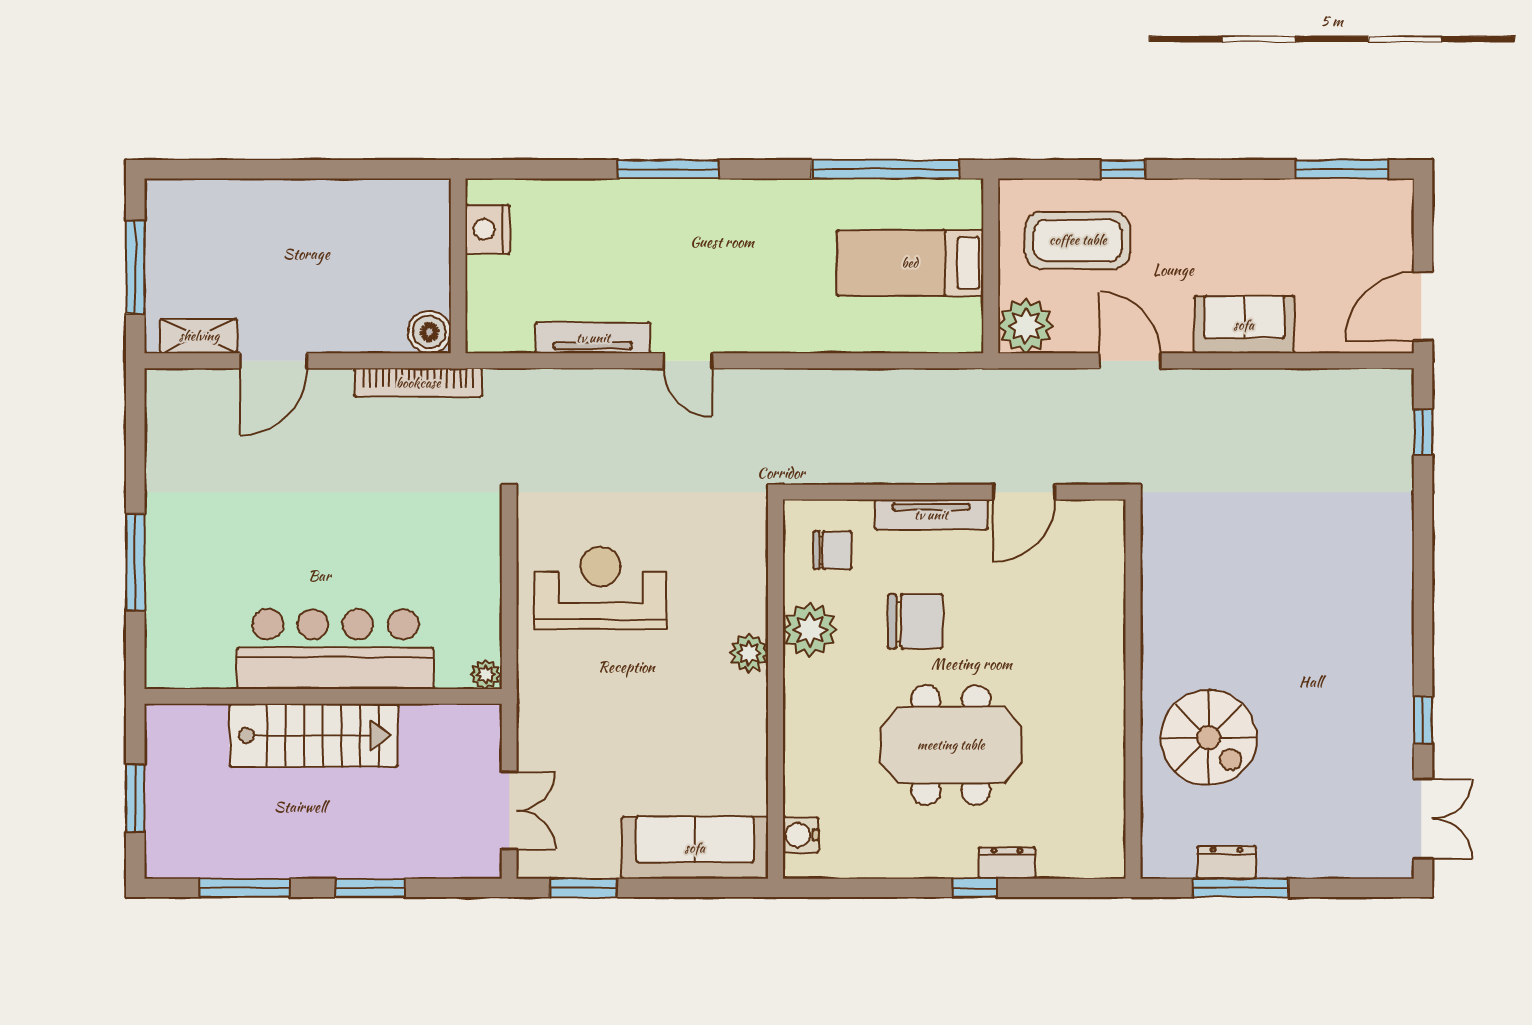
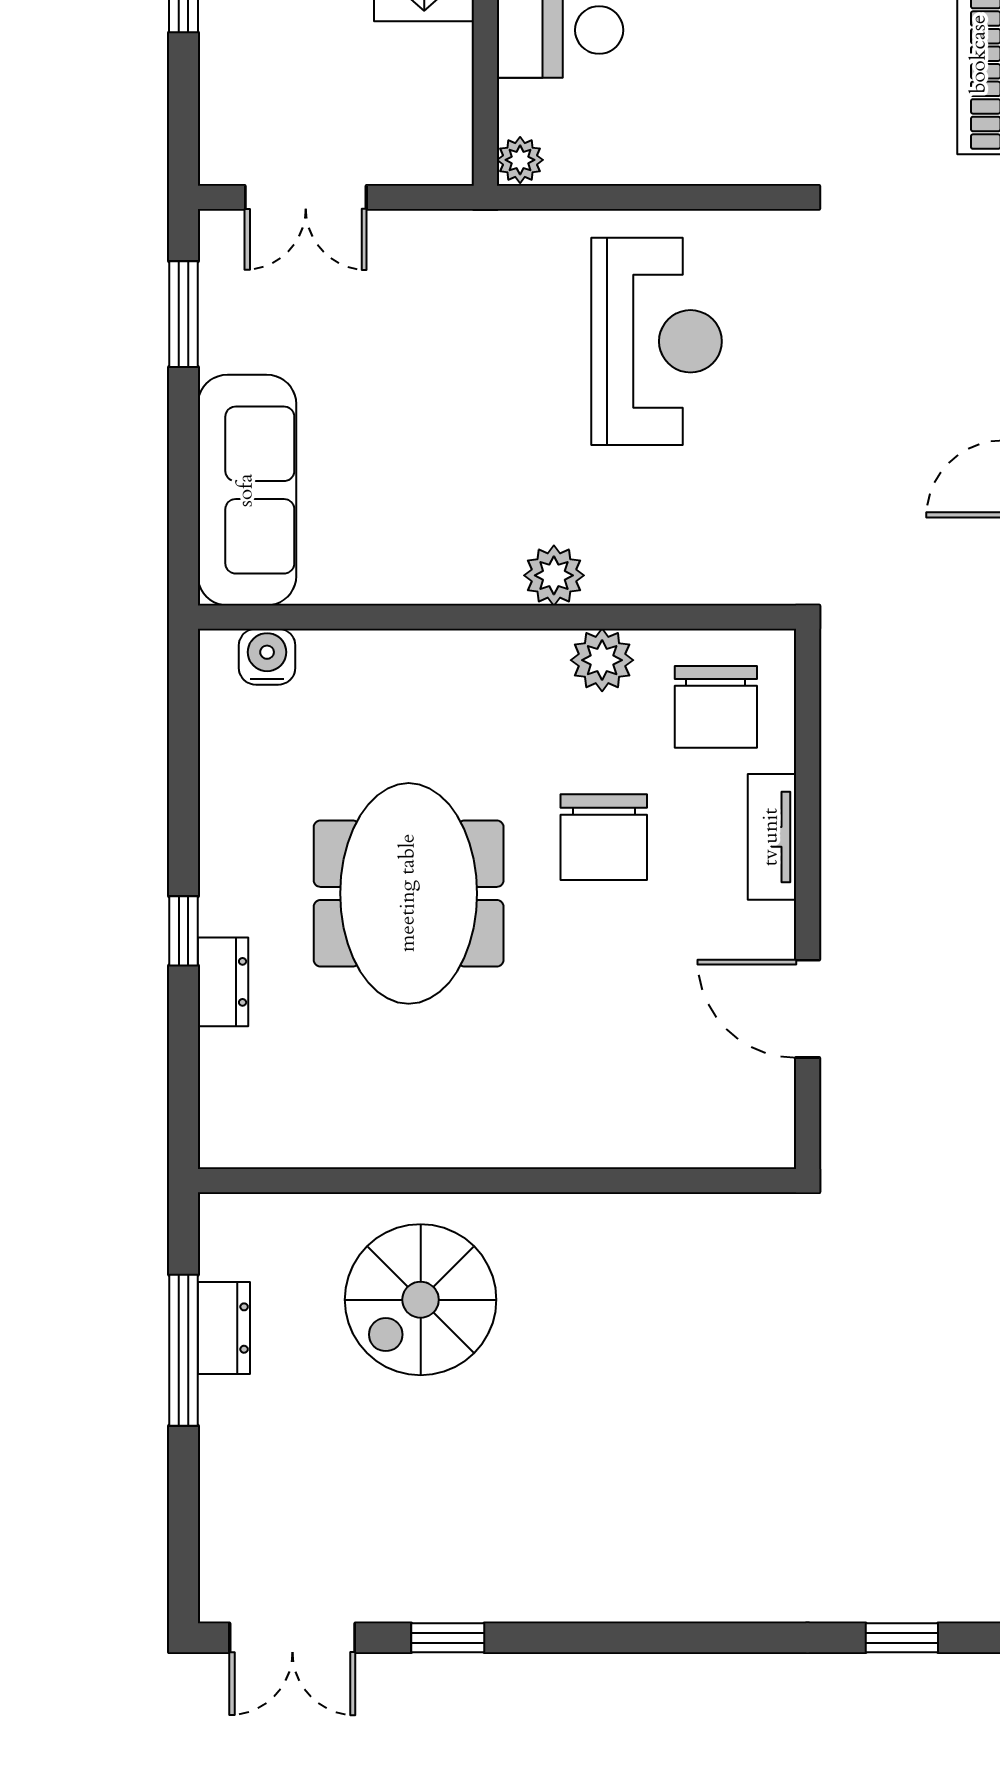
tv unit: (931, 515) -> (772, 837), width x0.71
chair: (833, 550) -> (716, 707), width x1.37, depth x1.37
plant: (810, 630) -> (602, 660), width x0.73, depth x0.73

